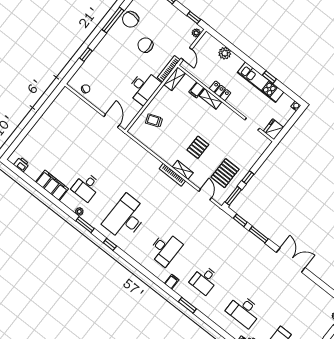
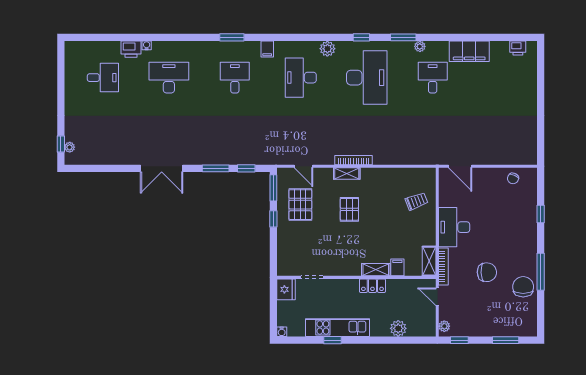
plant: (136, 254) -> (327, 49), added

